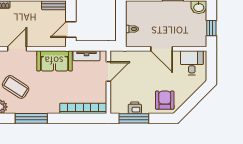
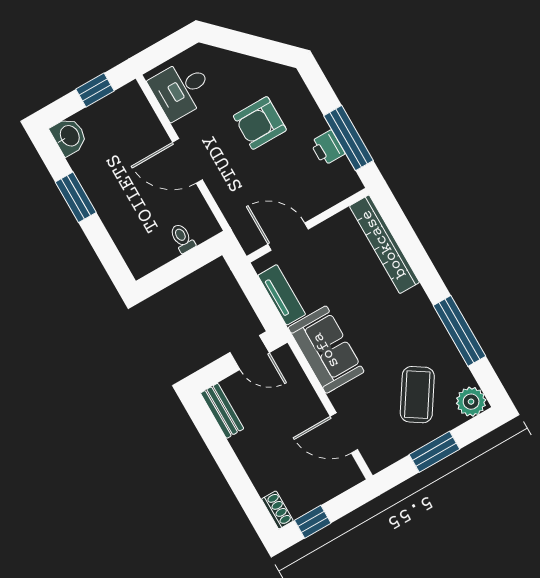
door: (162, 49) -> (187, 161), swing flipped
armchair: (165, 100) -> (260, 123), moved

